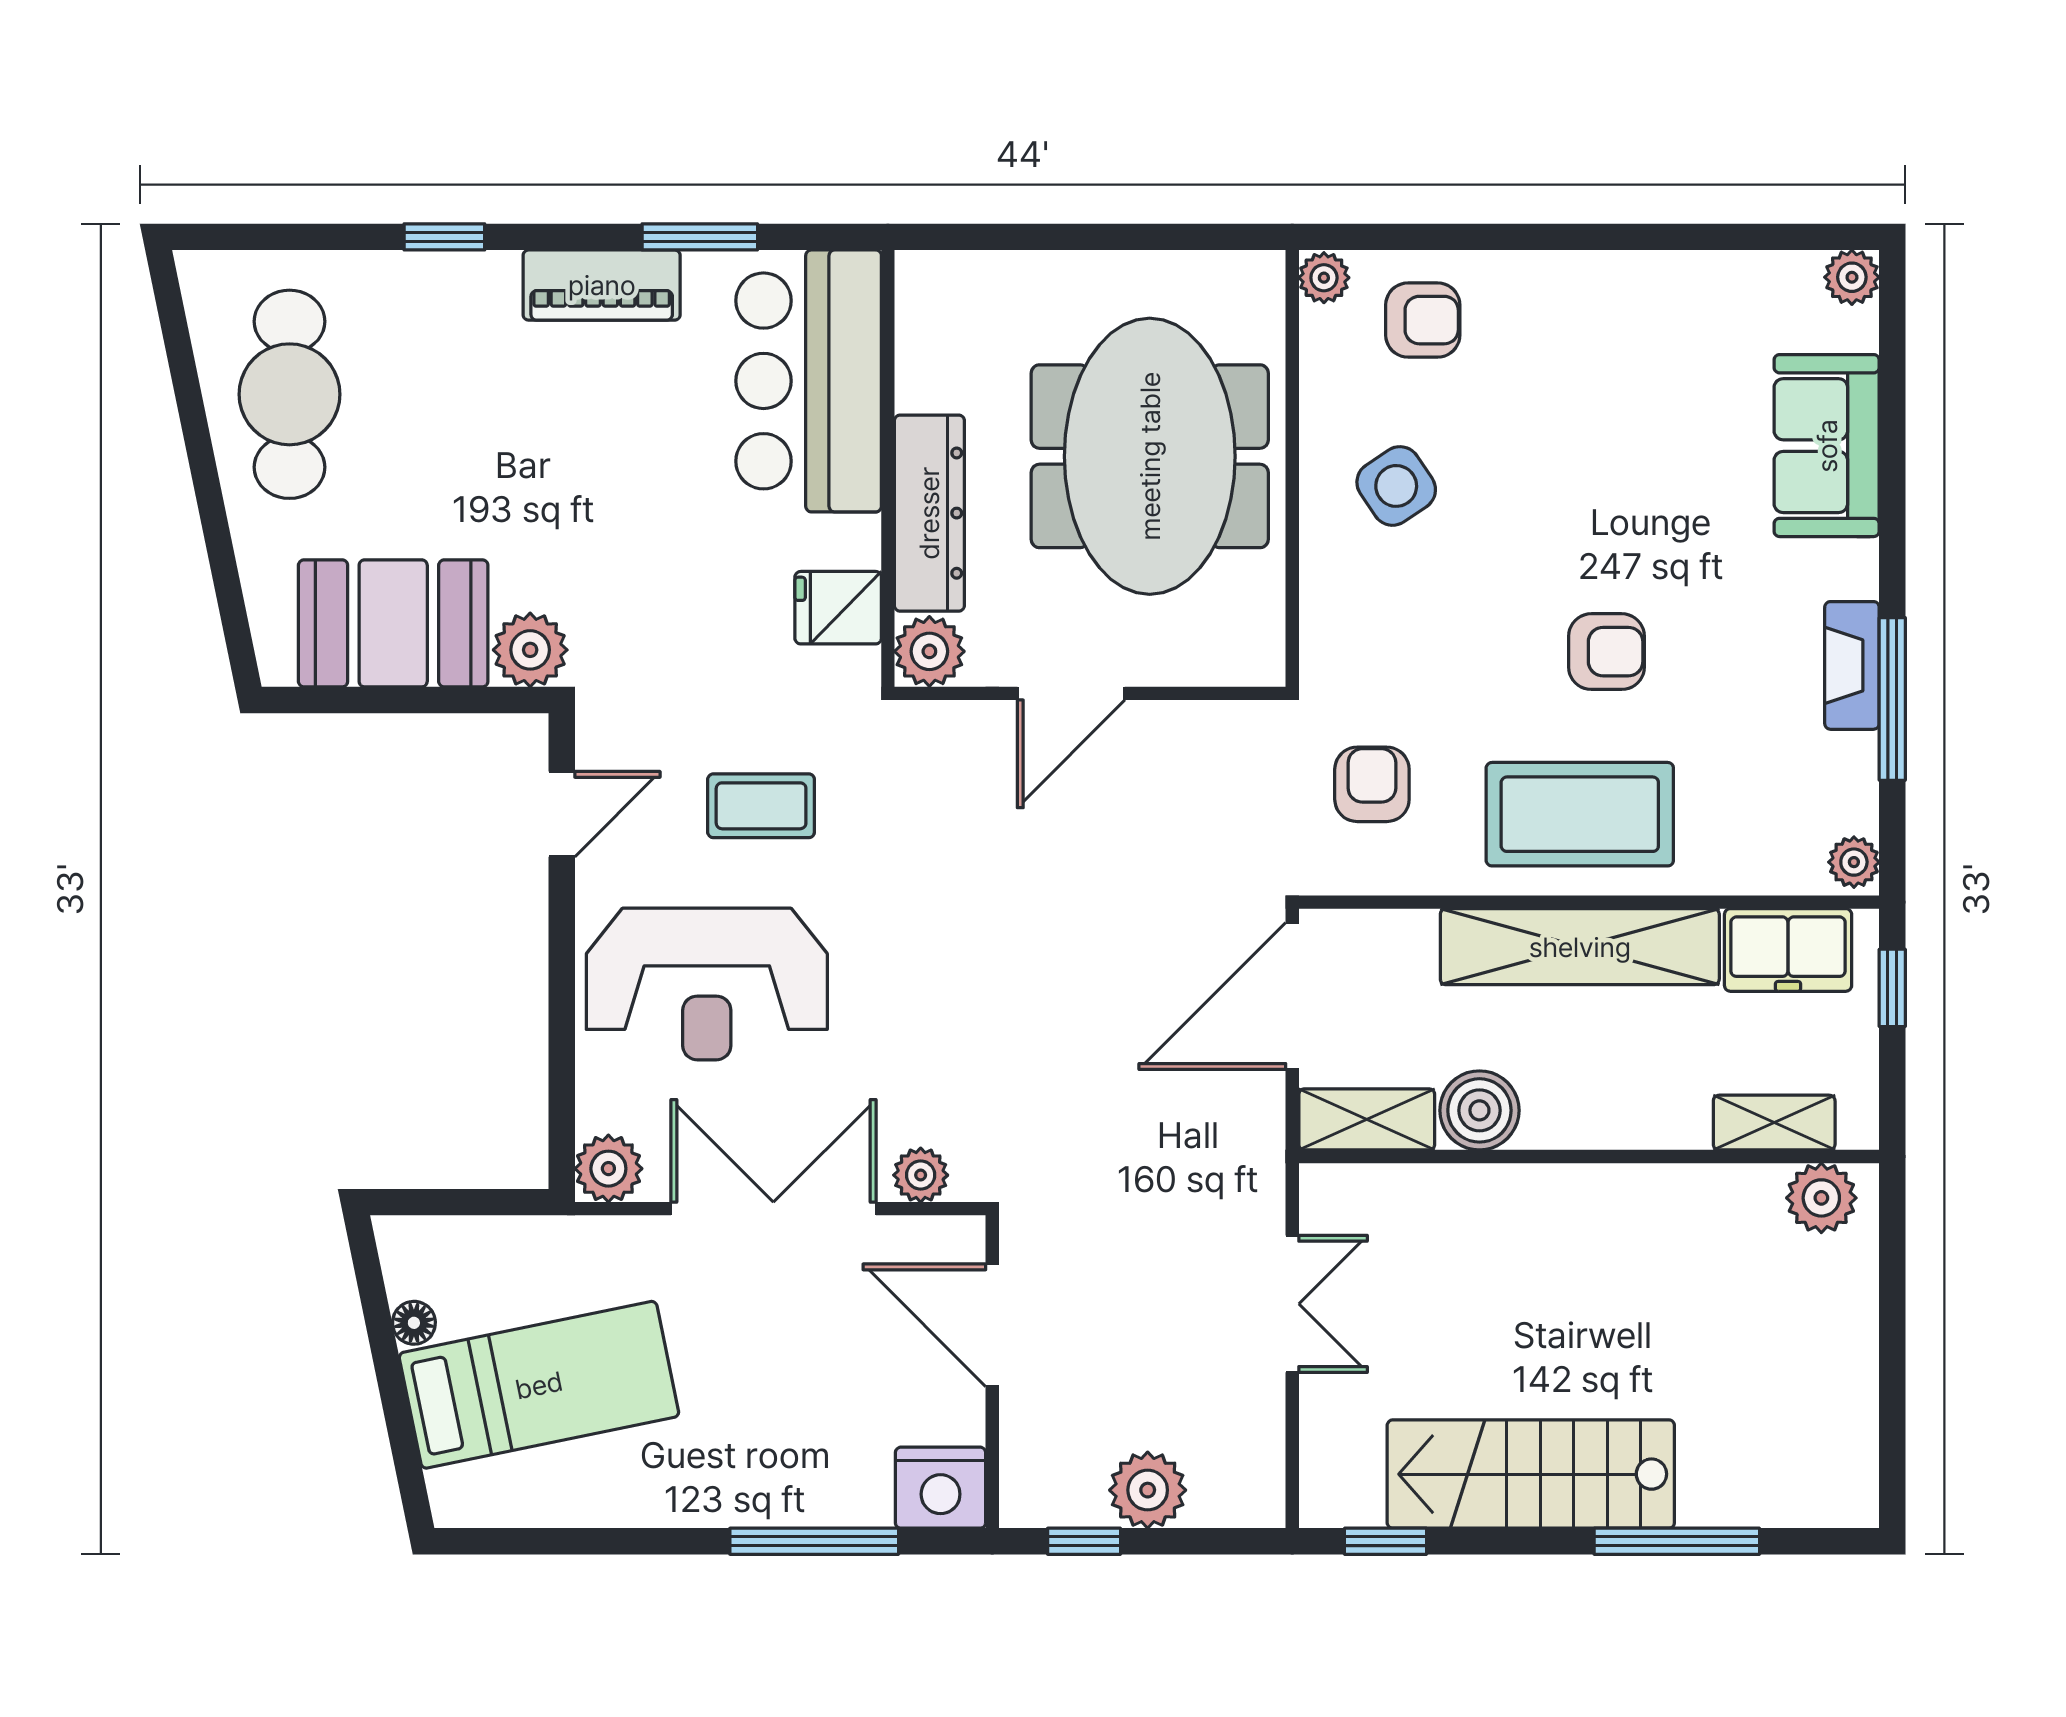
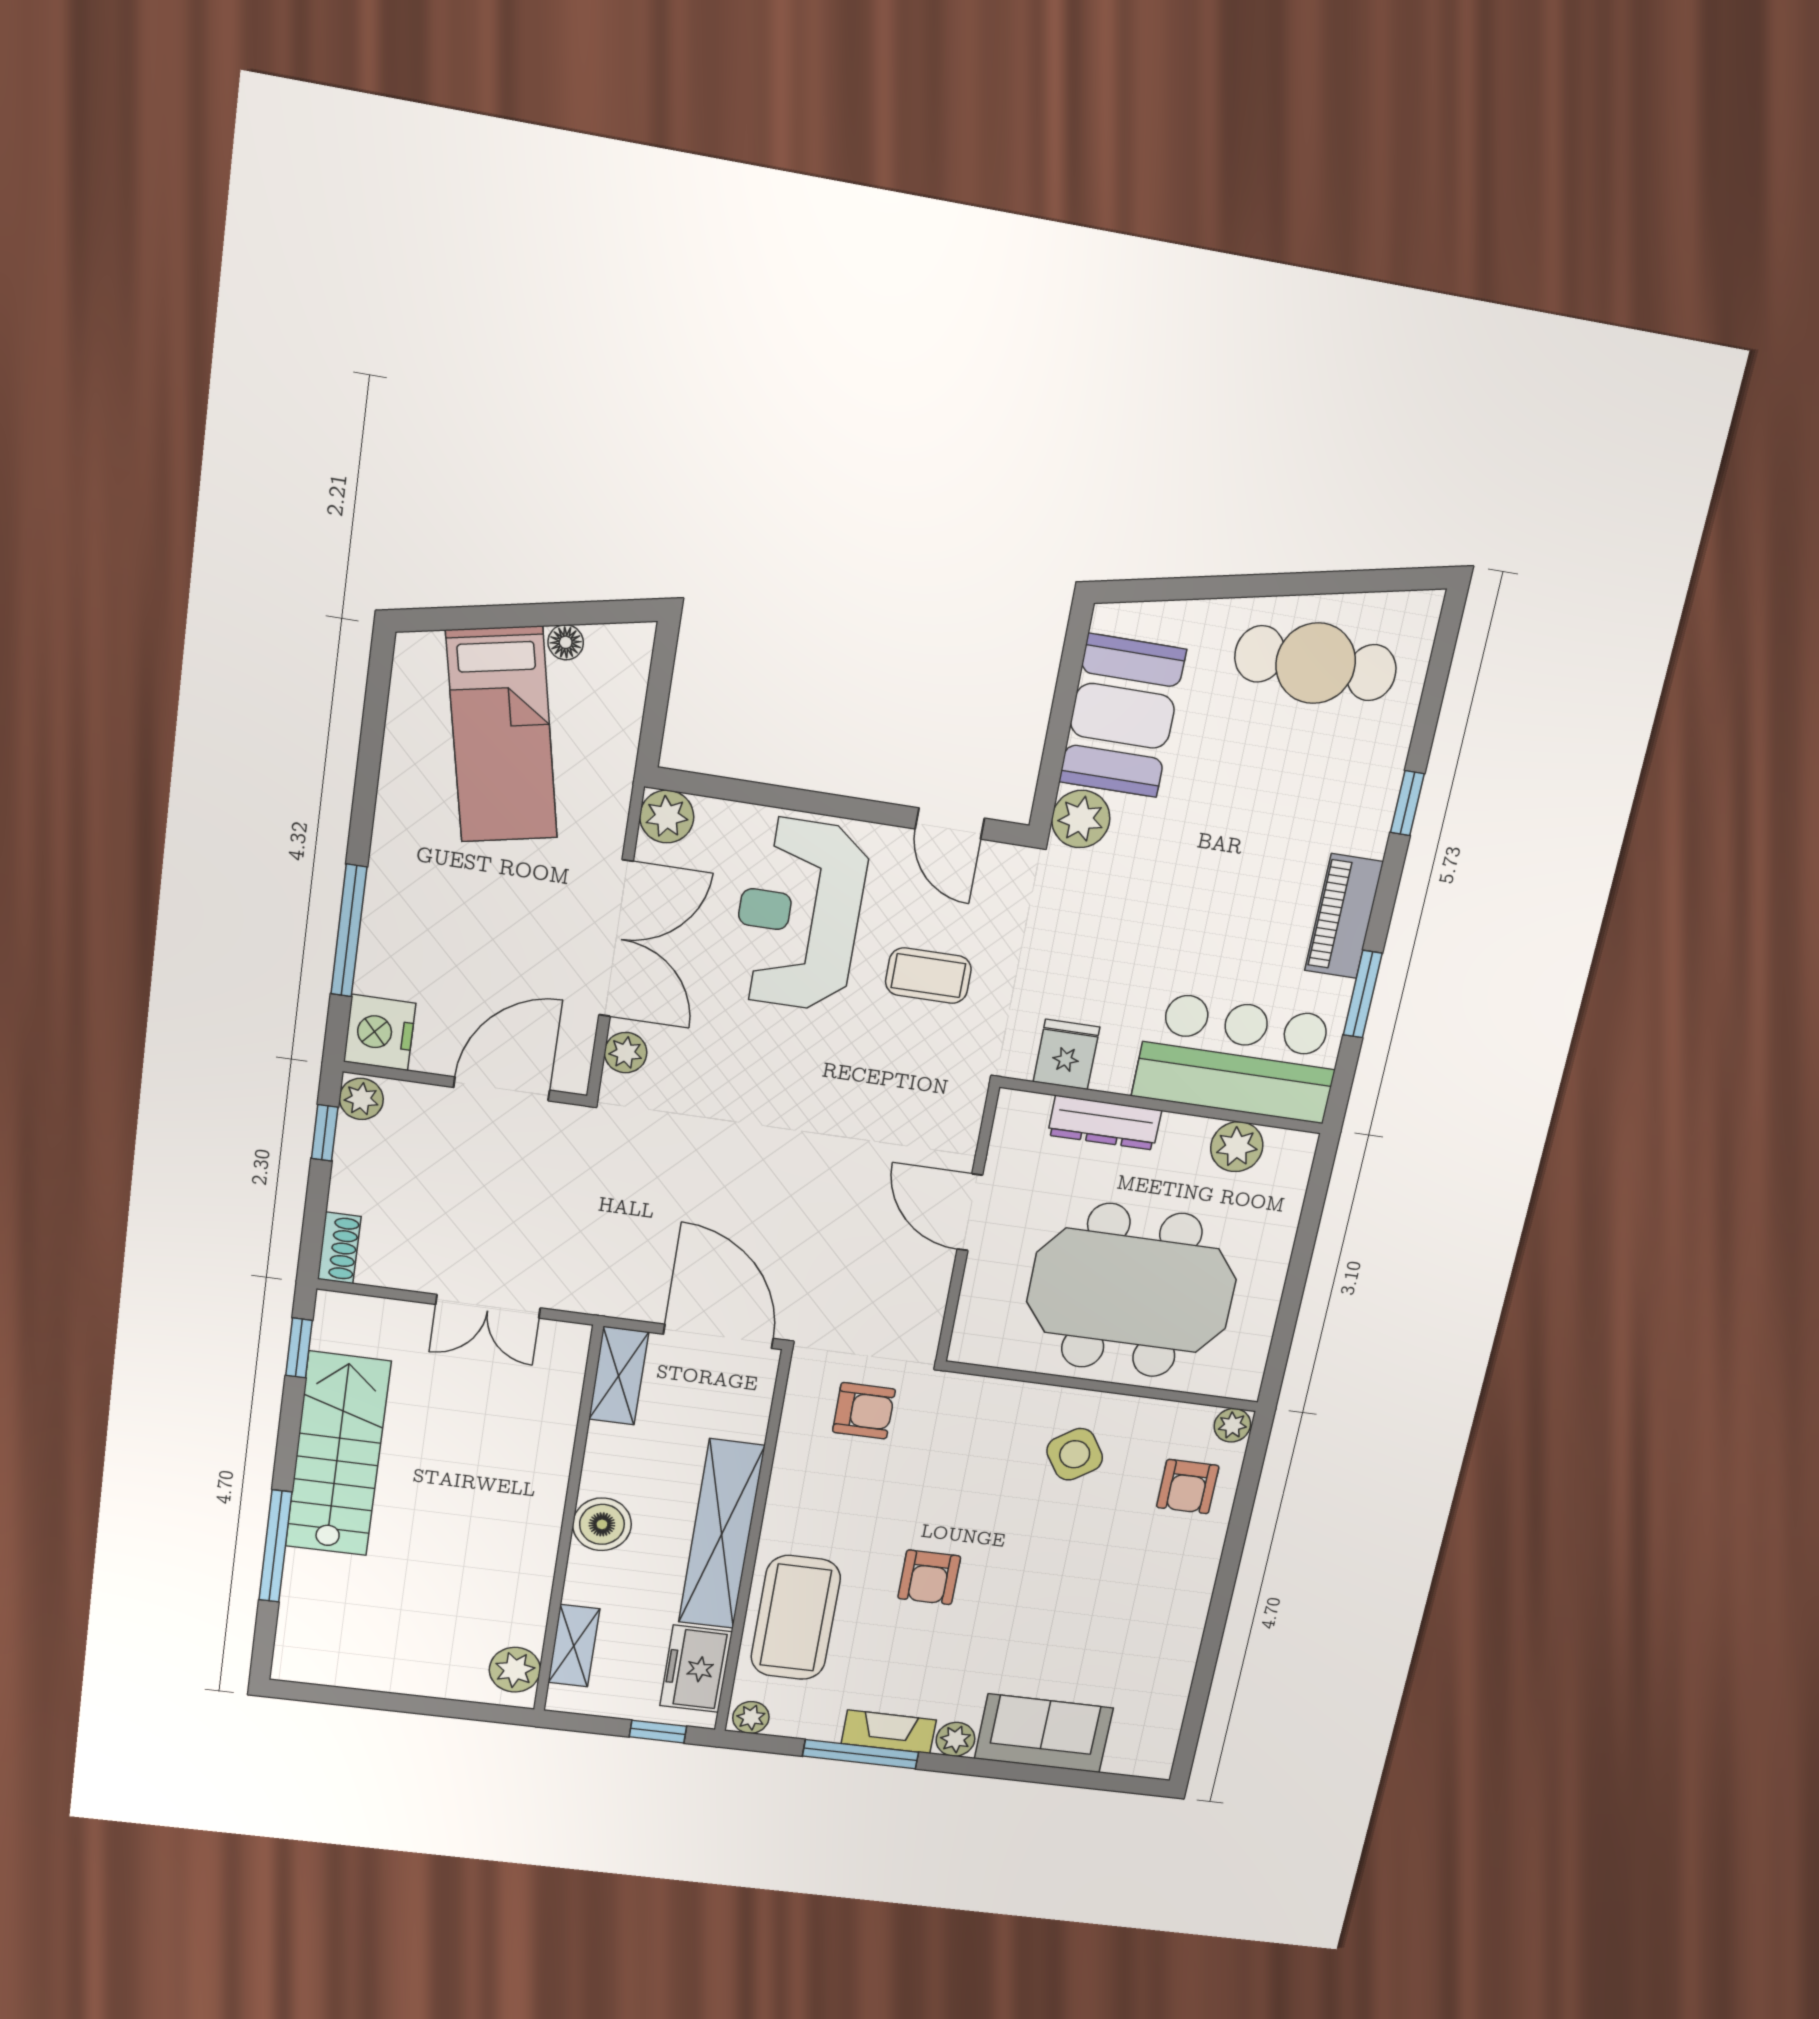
plant: (1852, 277) -> (955, 1739), moved
dresser: (929, 513) -> (1105, 1123), width x0.73, depth x0.80
plant: (929, 651) -> (1237, 1147), moved
coffee table: (761, 806) -> (928, 976), turned 90
coffee table: (1580, 814) -> (796, 1618), moved
boiler: (1479, 1110) -> (602, 1524), moved
plant: (1148, 1490) -> (361, 1099), moved, width x0.73, depth x0.73
shoe rack: (1238, 1505) -> (339, 1248), added

